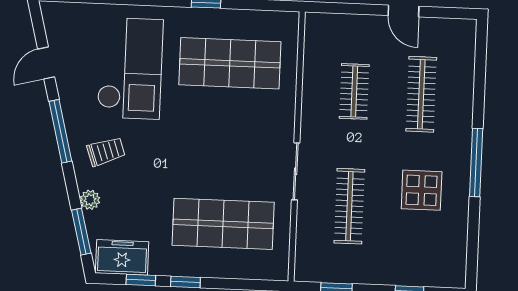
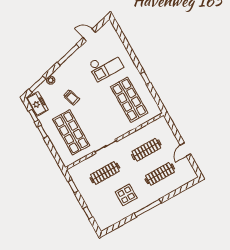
checkout: (130, 68) -> (106, 66), width x0.73, depth x0.83
clothes rail: (354, 91) -> (146, 150), width x1.36
trolley: (106, 152) -> (71, 97), moved

